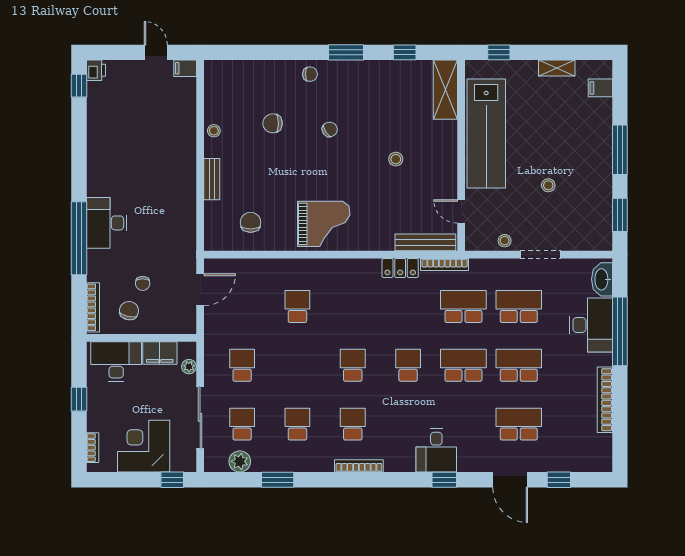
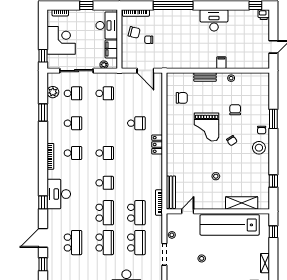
window: (346, 52) -> (273, 119), moved
filing cabinet: (185, 68) -> (221, 63), moved
stool: (343, 79) -> (259, 148), added
shelving: (445, 90) -> (242, 203), moved
desk: (107, 223) -> (214, 20), moved
grand piano: (324, 224) -> (207, 127), moved
locker: (400, 268) -> (157, 144), moved
desk: (436, 450) -> (59, 194), width x1.37

